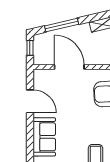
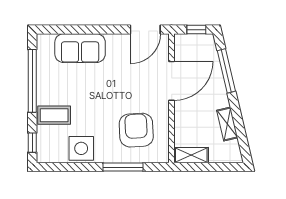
door: (30, 101) -> (145, 30), moved

